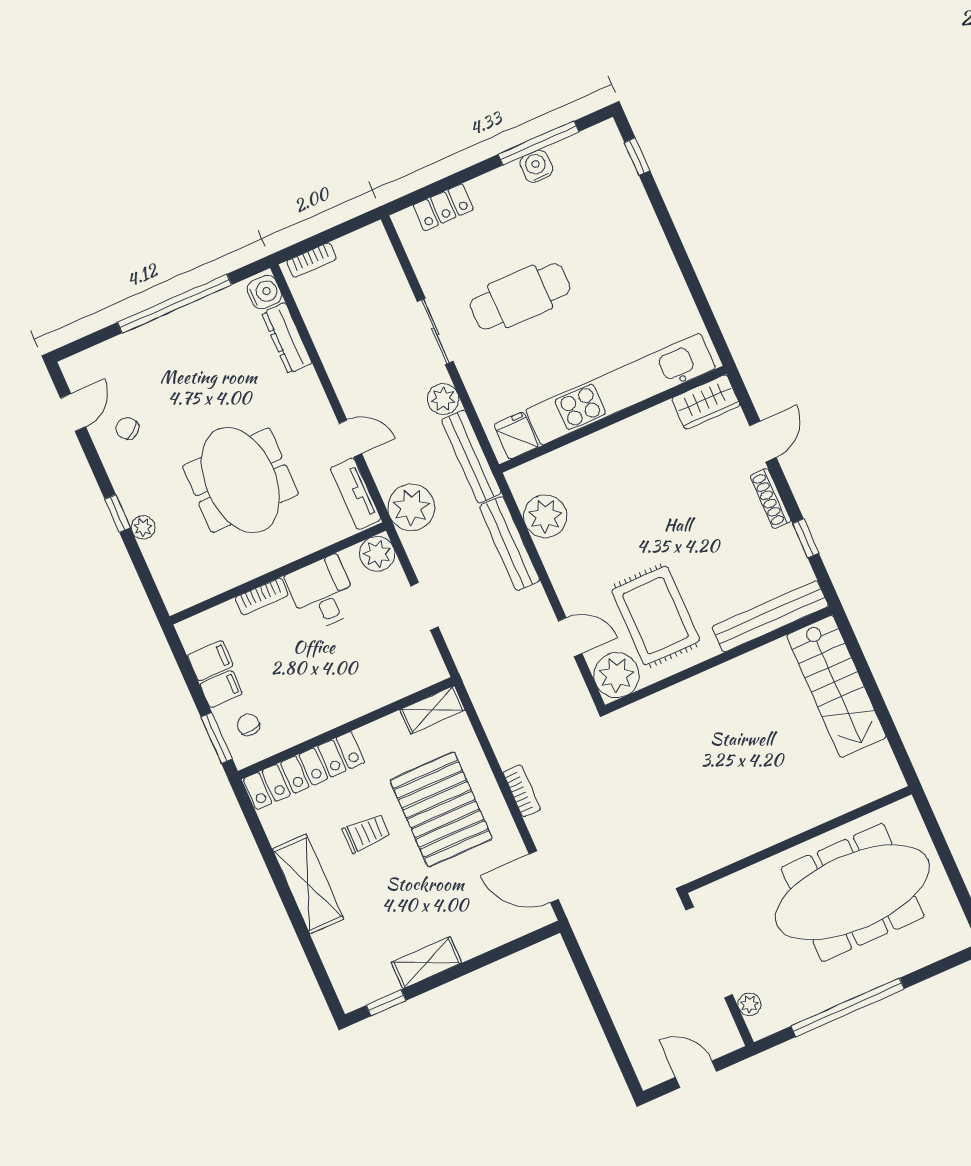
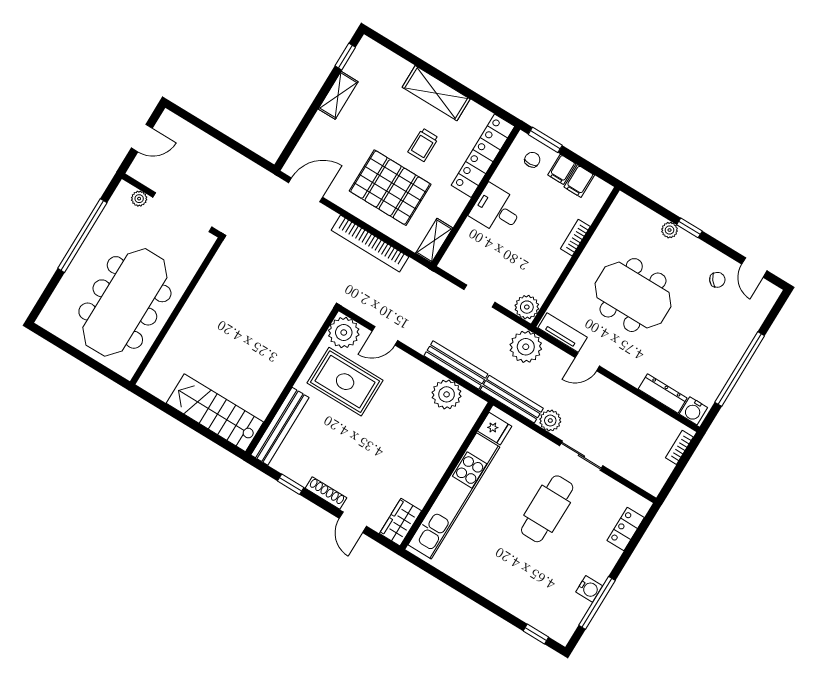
desk: (322, 593) -> (497, 210), moved, turned 180
chair: (248, 725) -> (532, 160), turned -88
bookcase: (522, 791) -> (370, 243), width x2.31, depth x1.31

